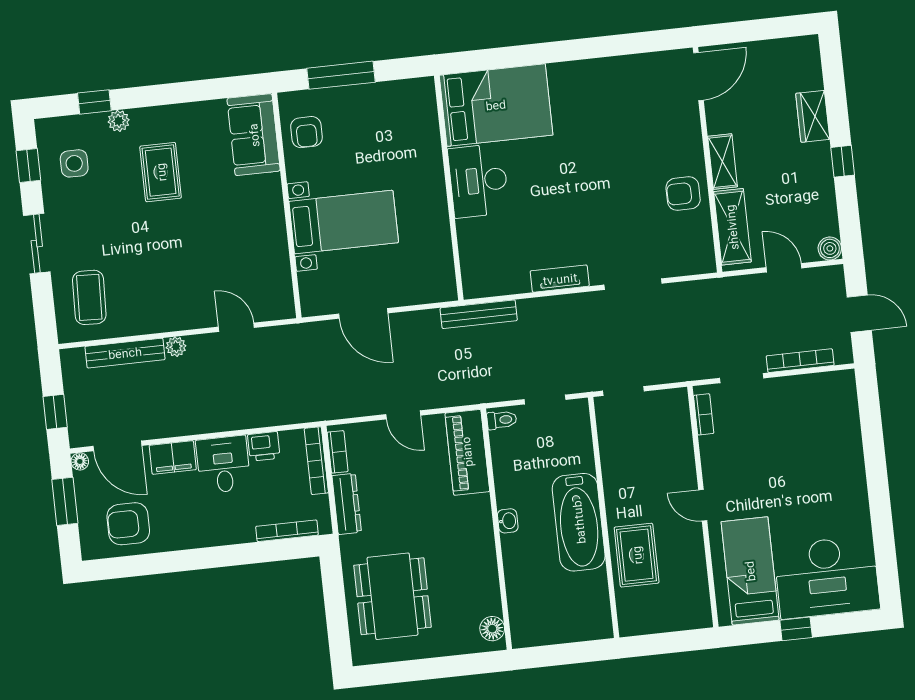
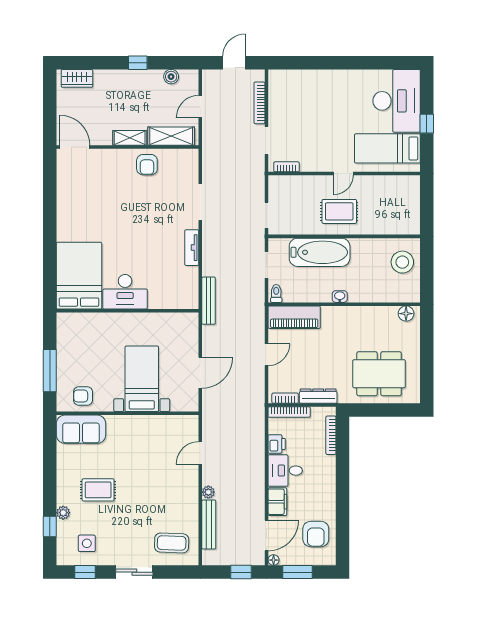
wardrobe: (813, 116) -> (77, 78), moved
armchair: (306, 132) -> (83, 396), turned 180
boiler: (830, 248) -> (171, 77), moved
bathtub: (579, 522) -> (320, 252), moved
rug: (637, 555) -> (339, 211), moved
stool: (573, 614) -> (402, 262), added

